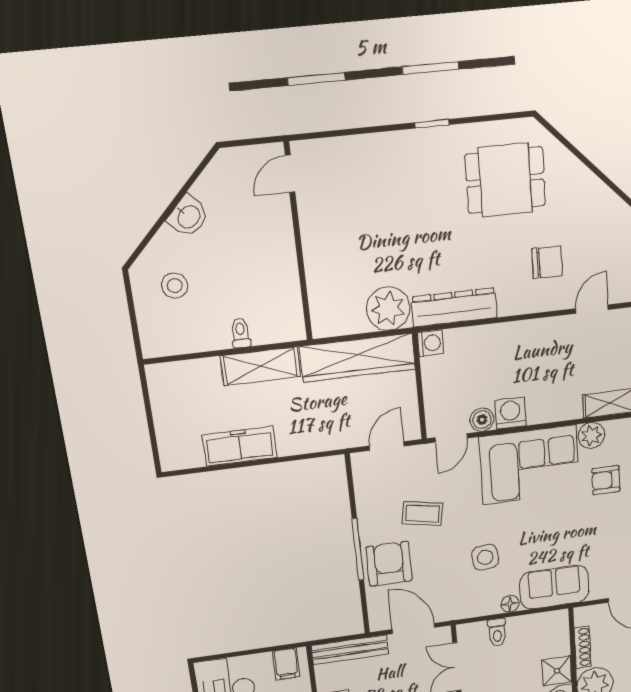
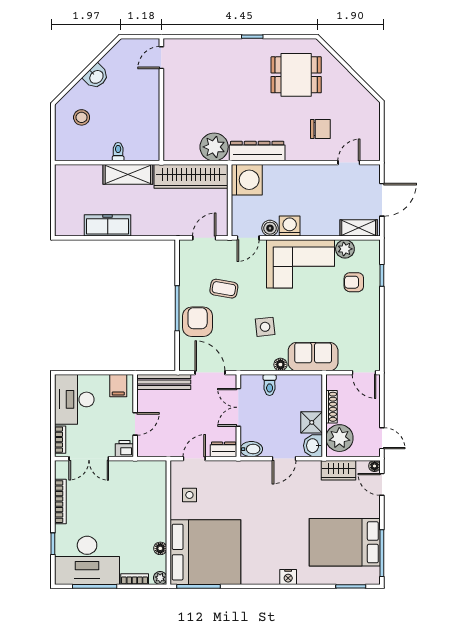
washing machine: (430, 343) -> (247, 180), width x1.89, depth x1.89

